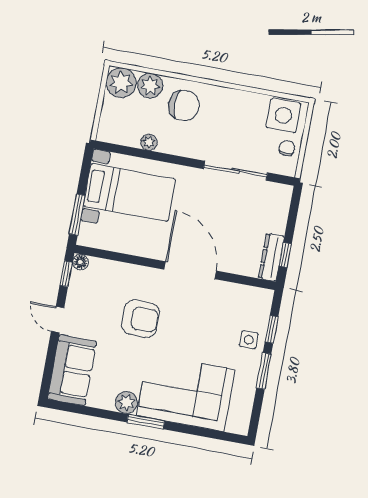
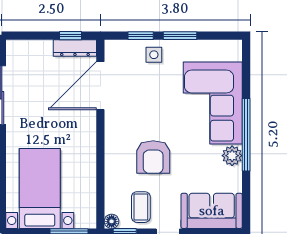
door: (190, 270) -> (100, 86), moved
coffee table: (90, 296) -> (141, 207), added
armchair: (140, 319) -> (153, 157), turned 180
window: (146, 422) -> (246, 135), width x2.11

